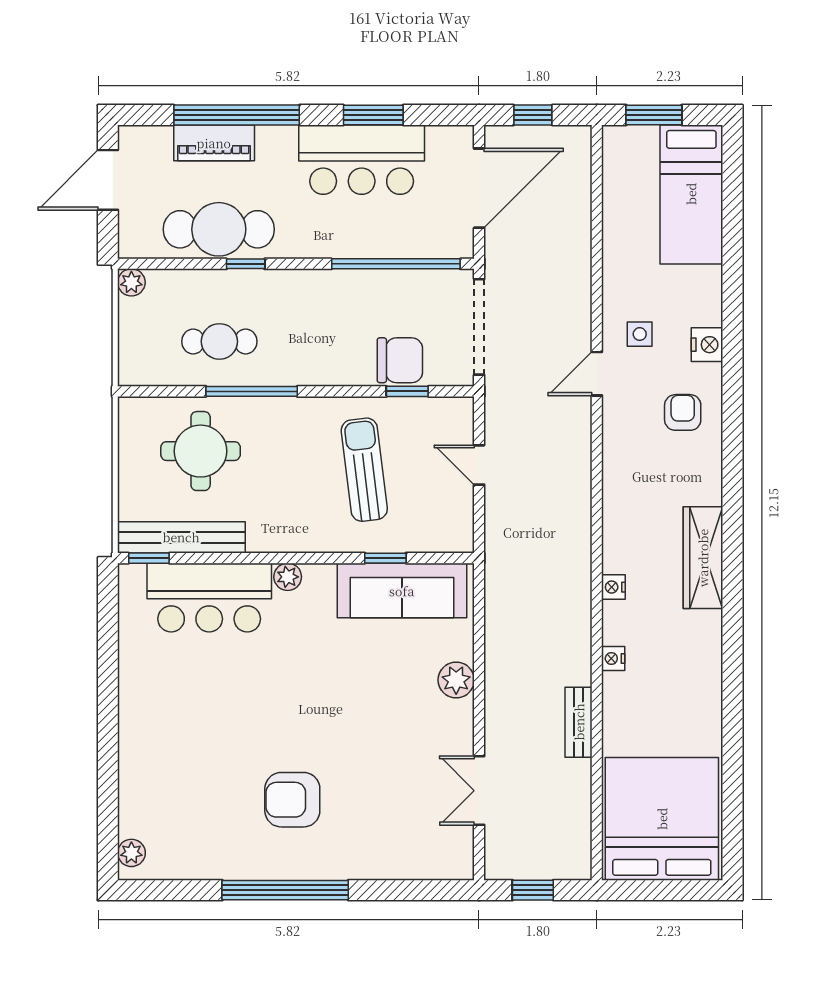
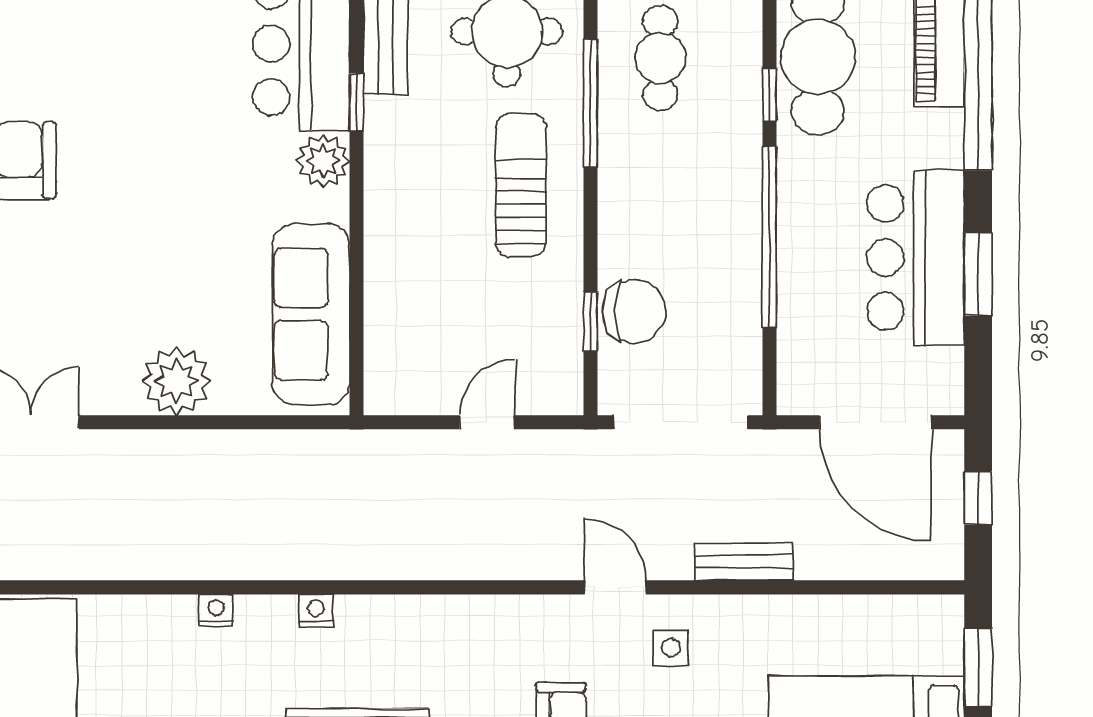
window: (396, 264) -> (769, 237), moved
chair: (400, 360) -> (634, 311), turned -90
sun lounger: (364, 470) -> (521, 185), moved, turned -83
window: (385, 558) -> (357, 102), moved
plant: (288, 577) -> (323, 161), width x1.38, depth x1.38
plant: (456, 680) -> (176, 381), width x1.36, depth x1.36
bench: (579, 722) -> (744, 562), moved

